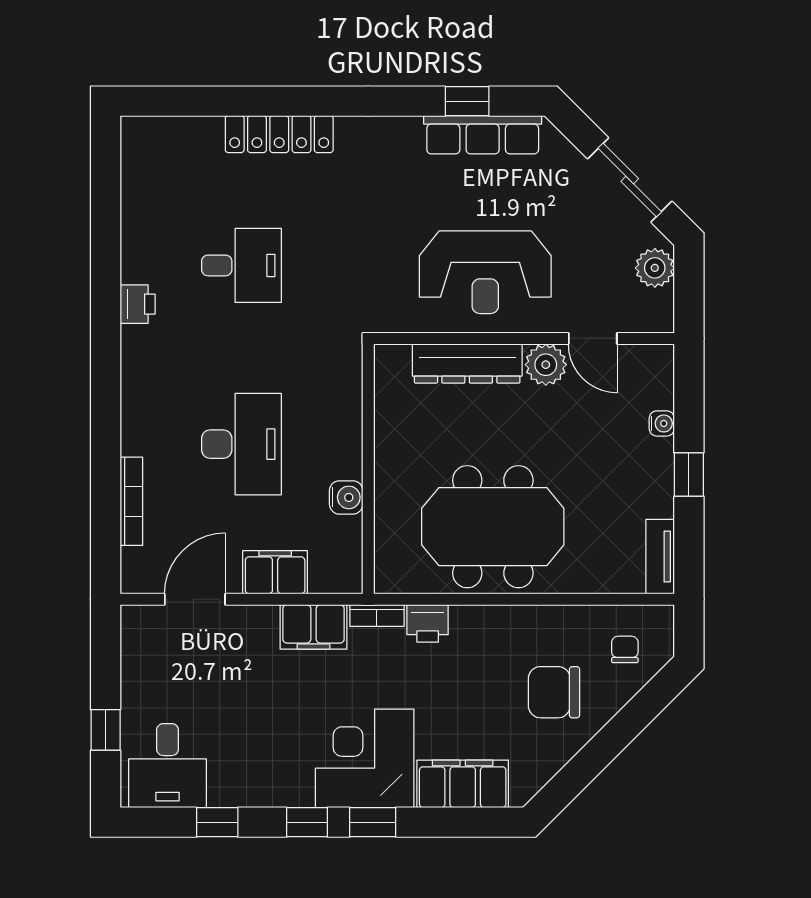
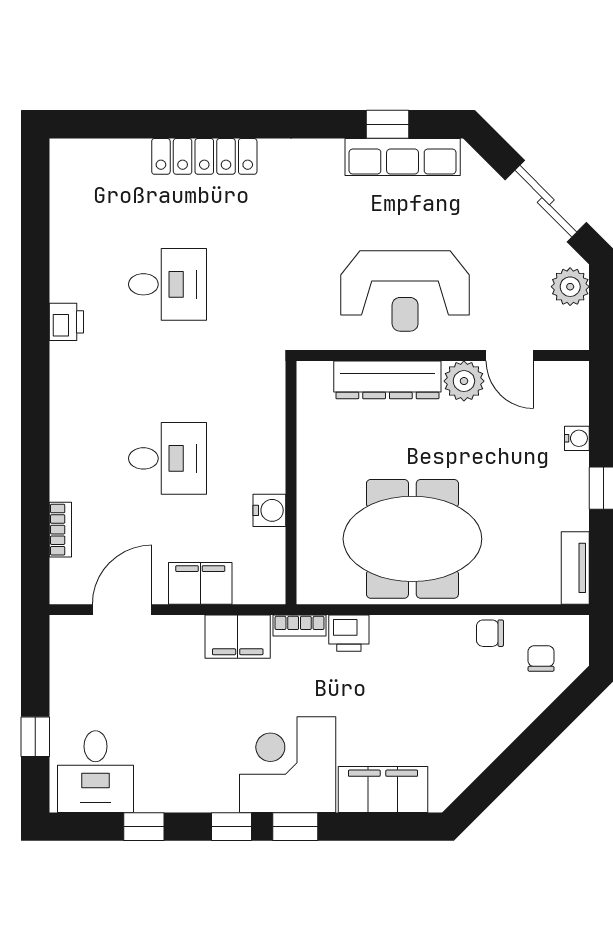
desk: (241, 444) -> (167, 458), width x0.73
bookcase: (131, 501) -> (60, 530), width x0.64
chair: (554, 692) -> (490, 633), moved, width x0.54, depth x0.54

